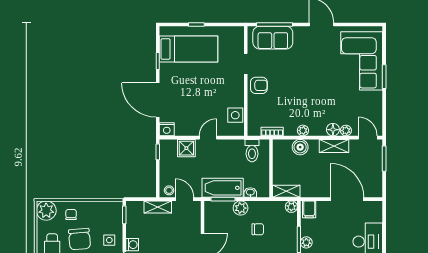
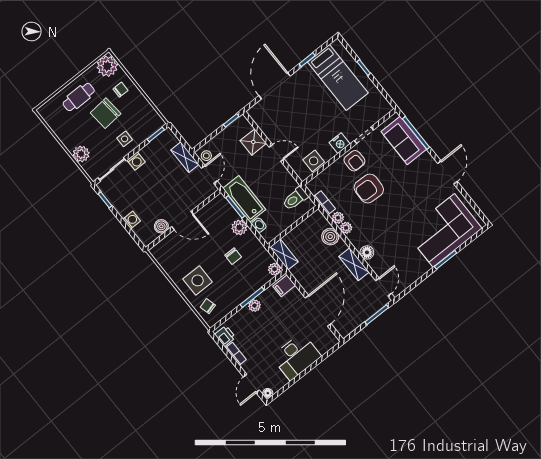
armchair: (287, 91) -> (369, 188), added
nightstand: (167, 129) -> (339, 143), moved, turned -90
plant: (346, 131) -> (338, 218), moved

